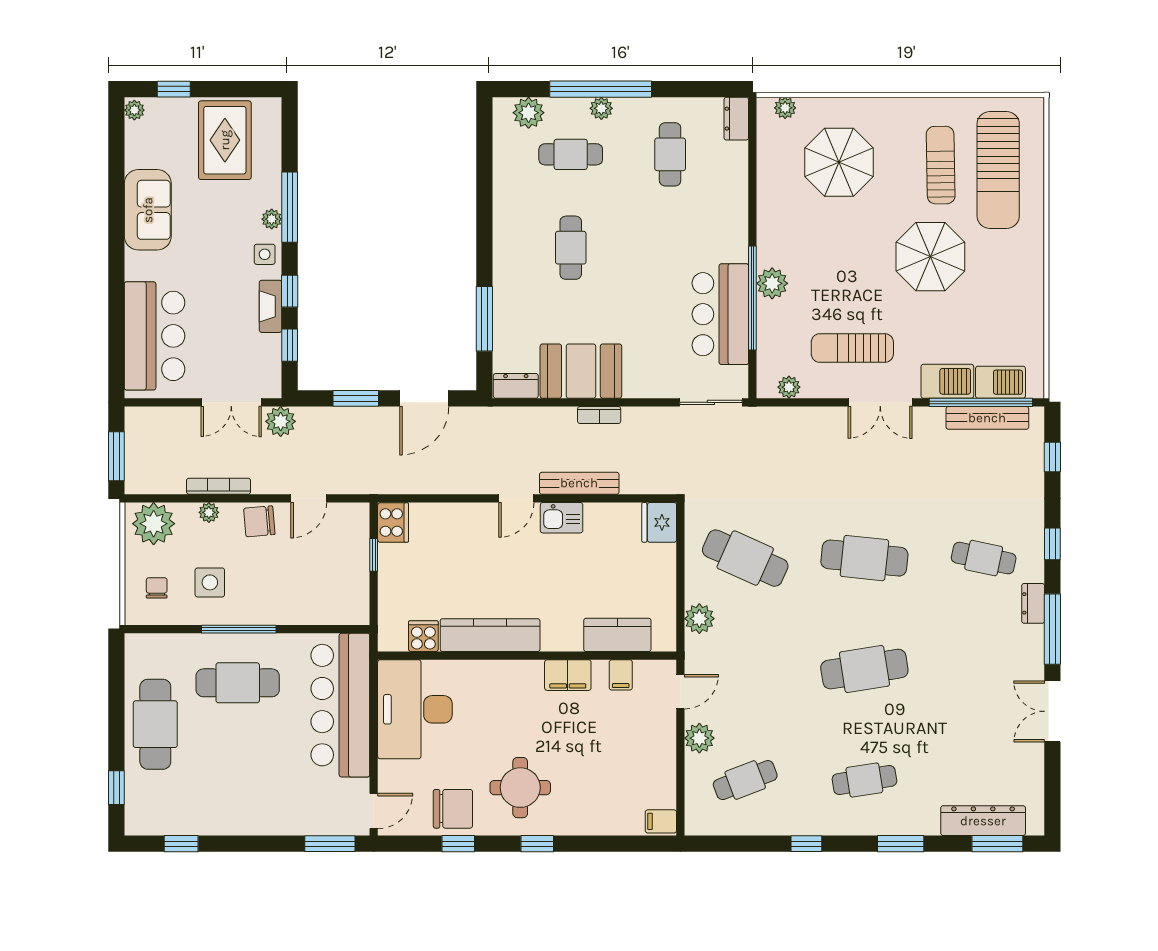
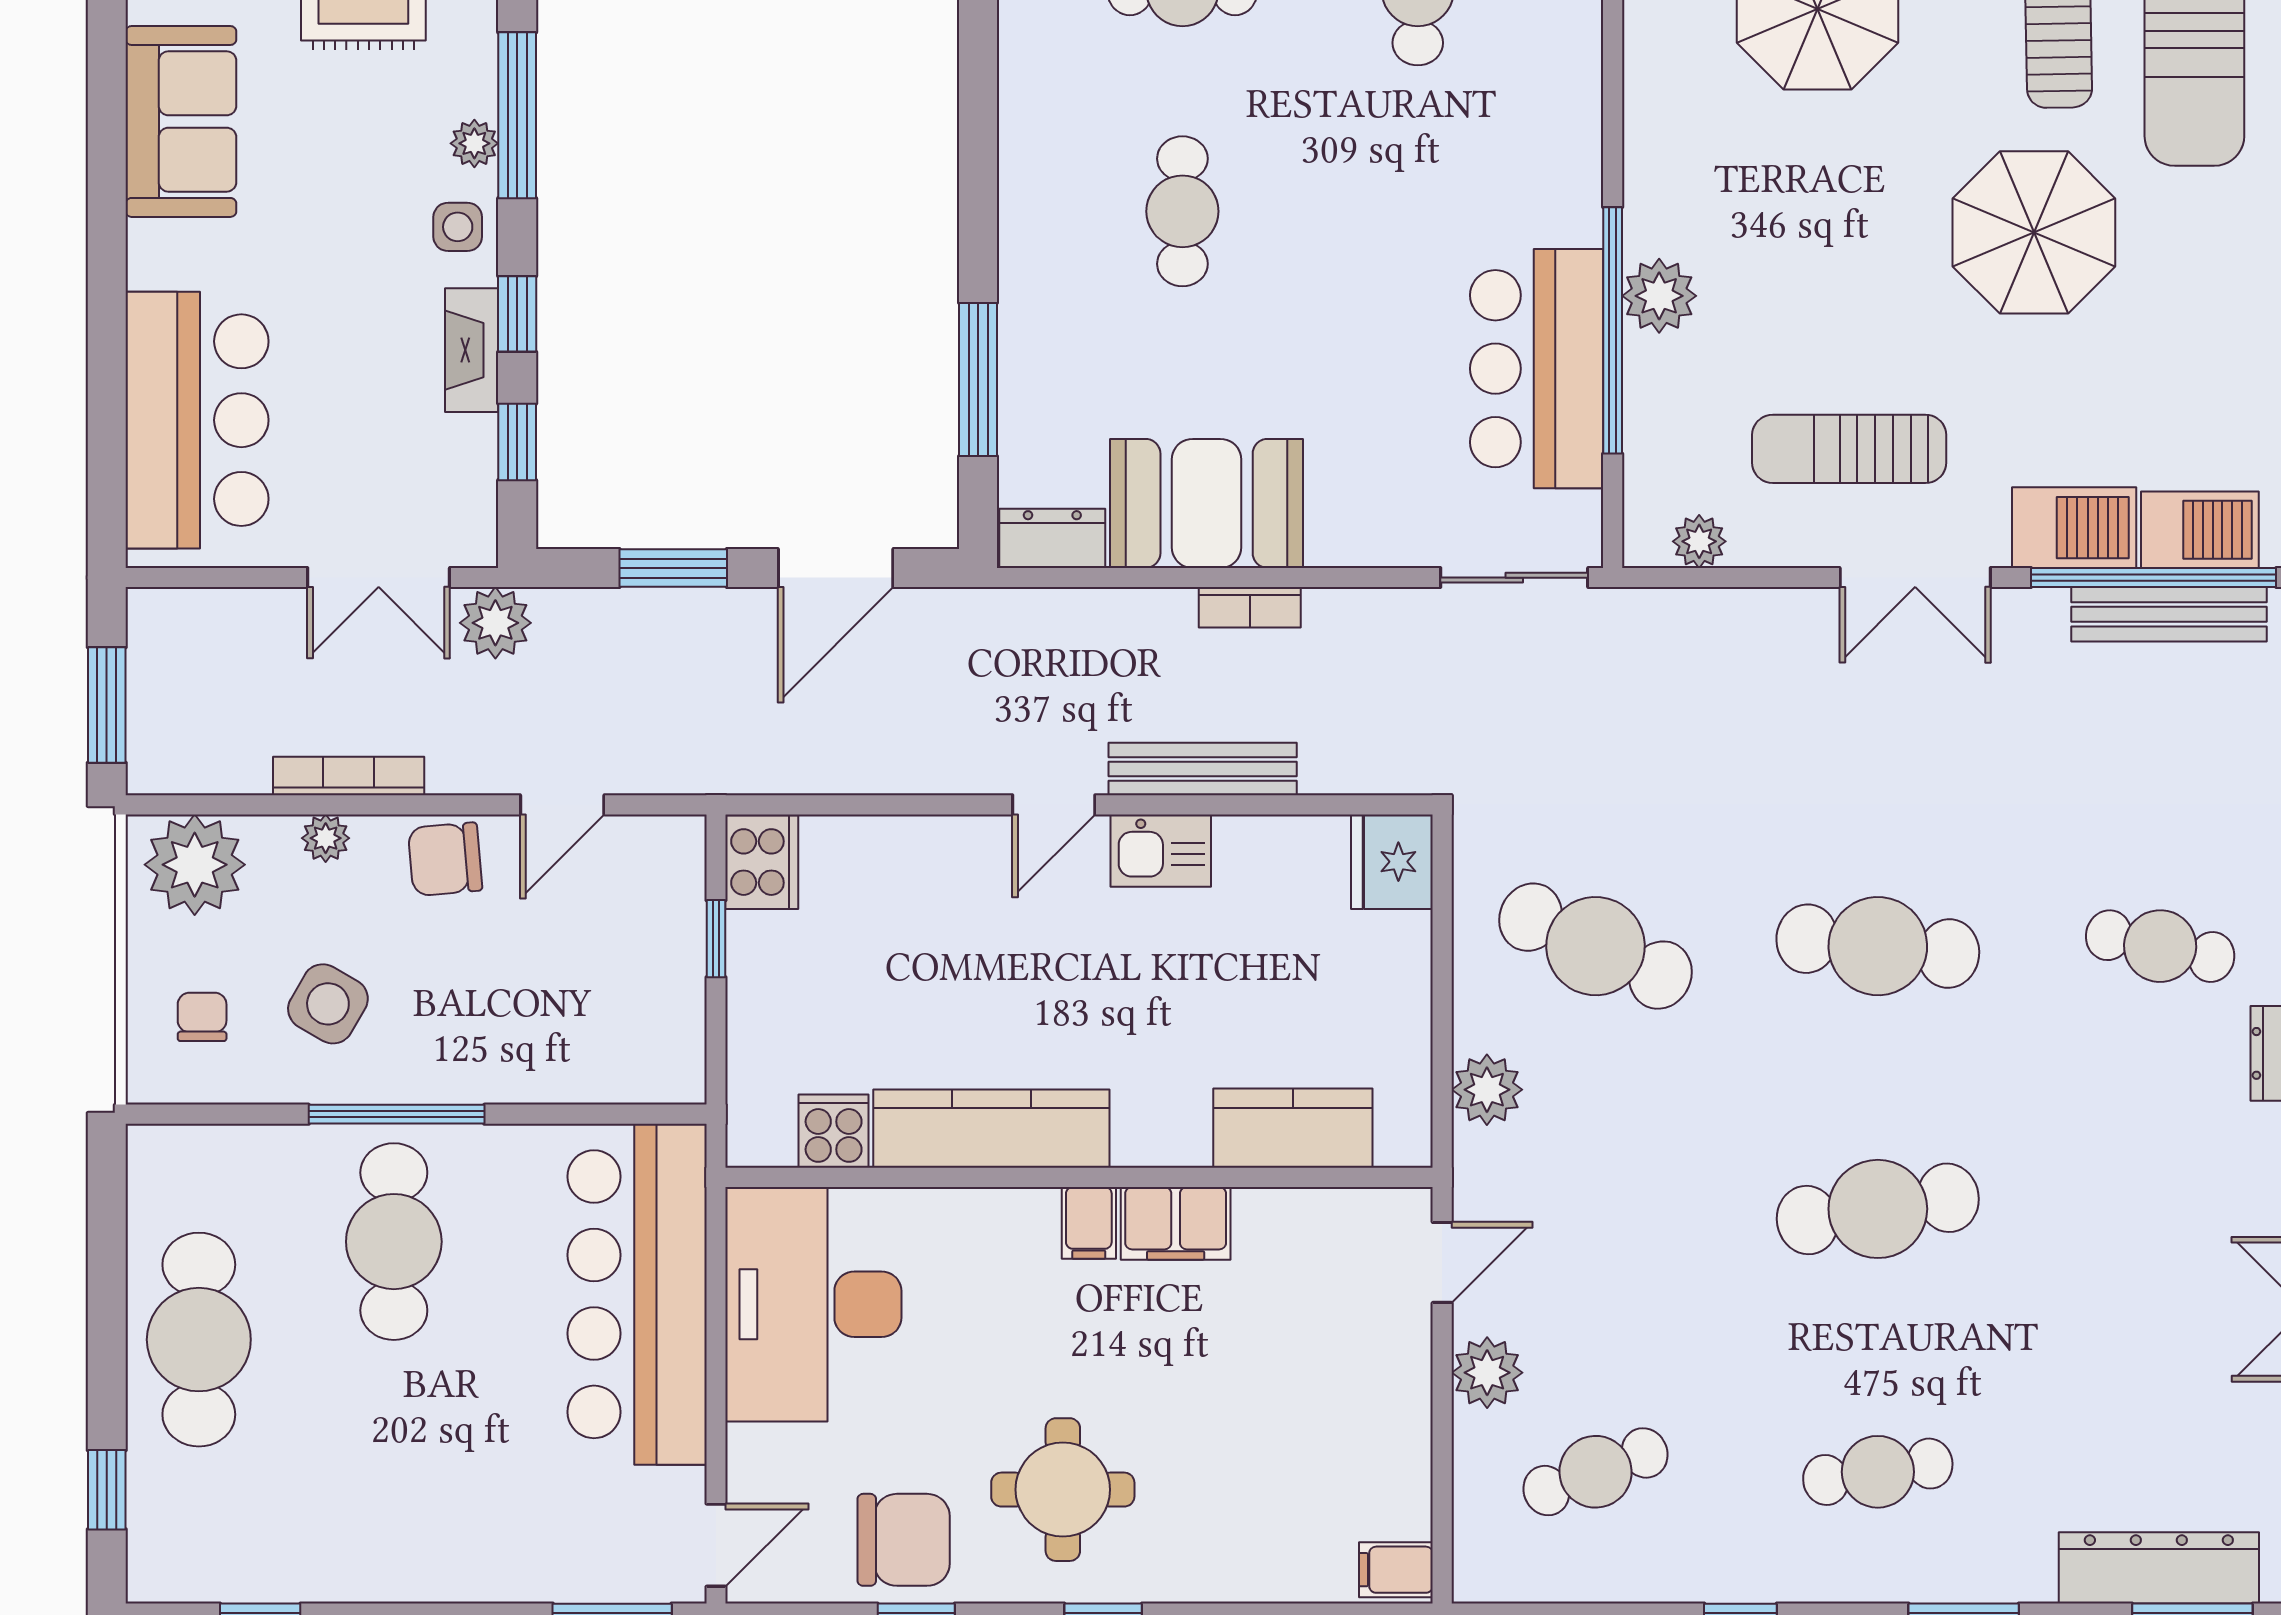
side table: (210, 582) -> (328, 1004), turned 30
filing cabinet: (621, 675) -> (1089, 1223), moved
cafe table: (238, 683) -> (394, 1242), turned 90

